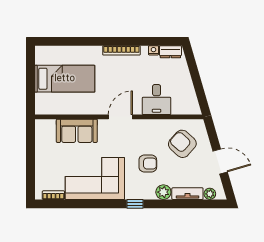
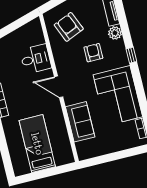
armchair: (182, 144) -> (69, 27), turned 115

